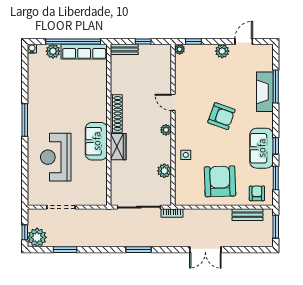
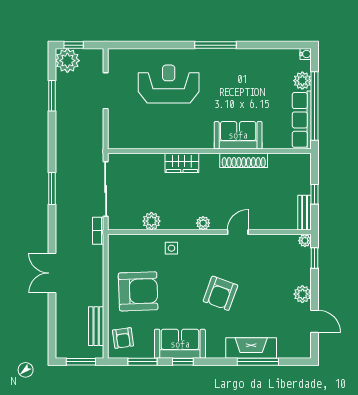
bench: (124, 49) -> (305, 213), moved
shoe rack: (116, 113) -> (244, 160), moved
sofa: (96, 141) -> (238, 135), moved
armchair: (257, 193) -> (123, 338), turned 82

